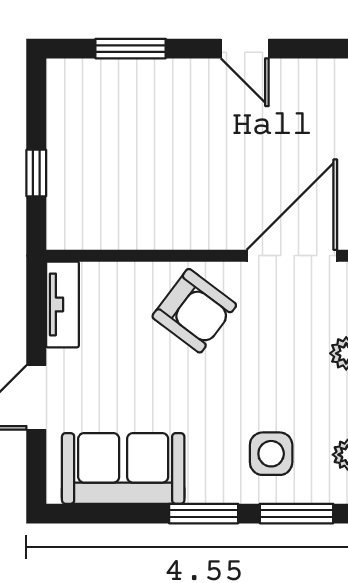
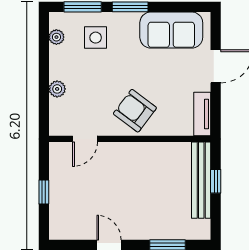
bench: (65, 175) -> (201, 180), added
door: (292, 256) -> (85, 139), width x0.53

